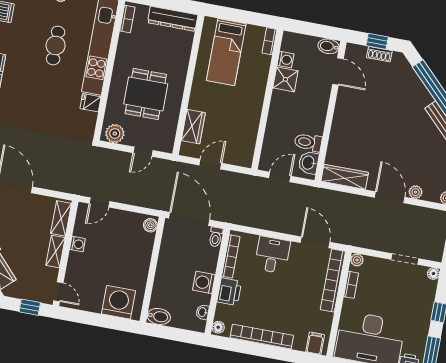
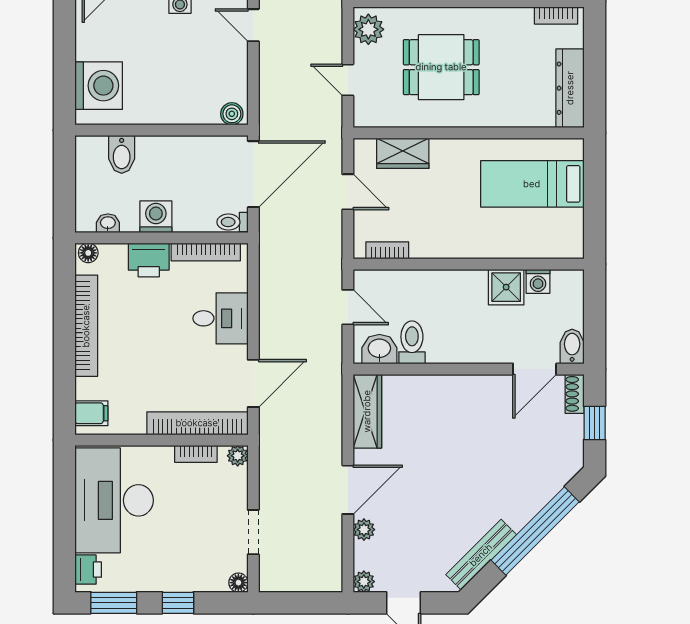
bookcase: (270, 41) -> (387, 250), moved
shoe rack: (379, 54) -> (575, 394), moved
bidet: (159, 316) -> (122, 154), moved

